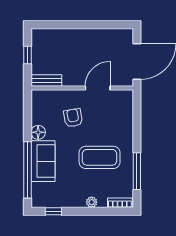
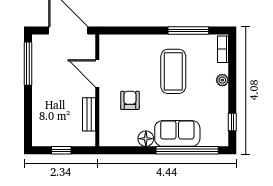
window: (107, 25) -> (28, 64), added
bench: (46, 80) -> (89, 114), moved
armchair: (73, 118) -> (130, 100), turned 100

